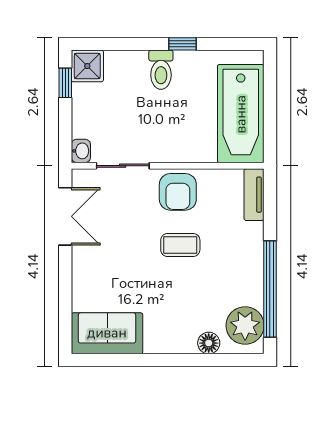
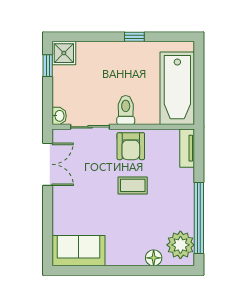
toilet: (161, 70) -> (126, 110), moved, turned 180

